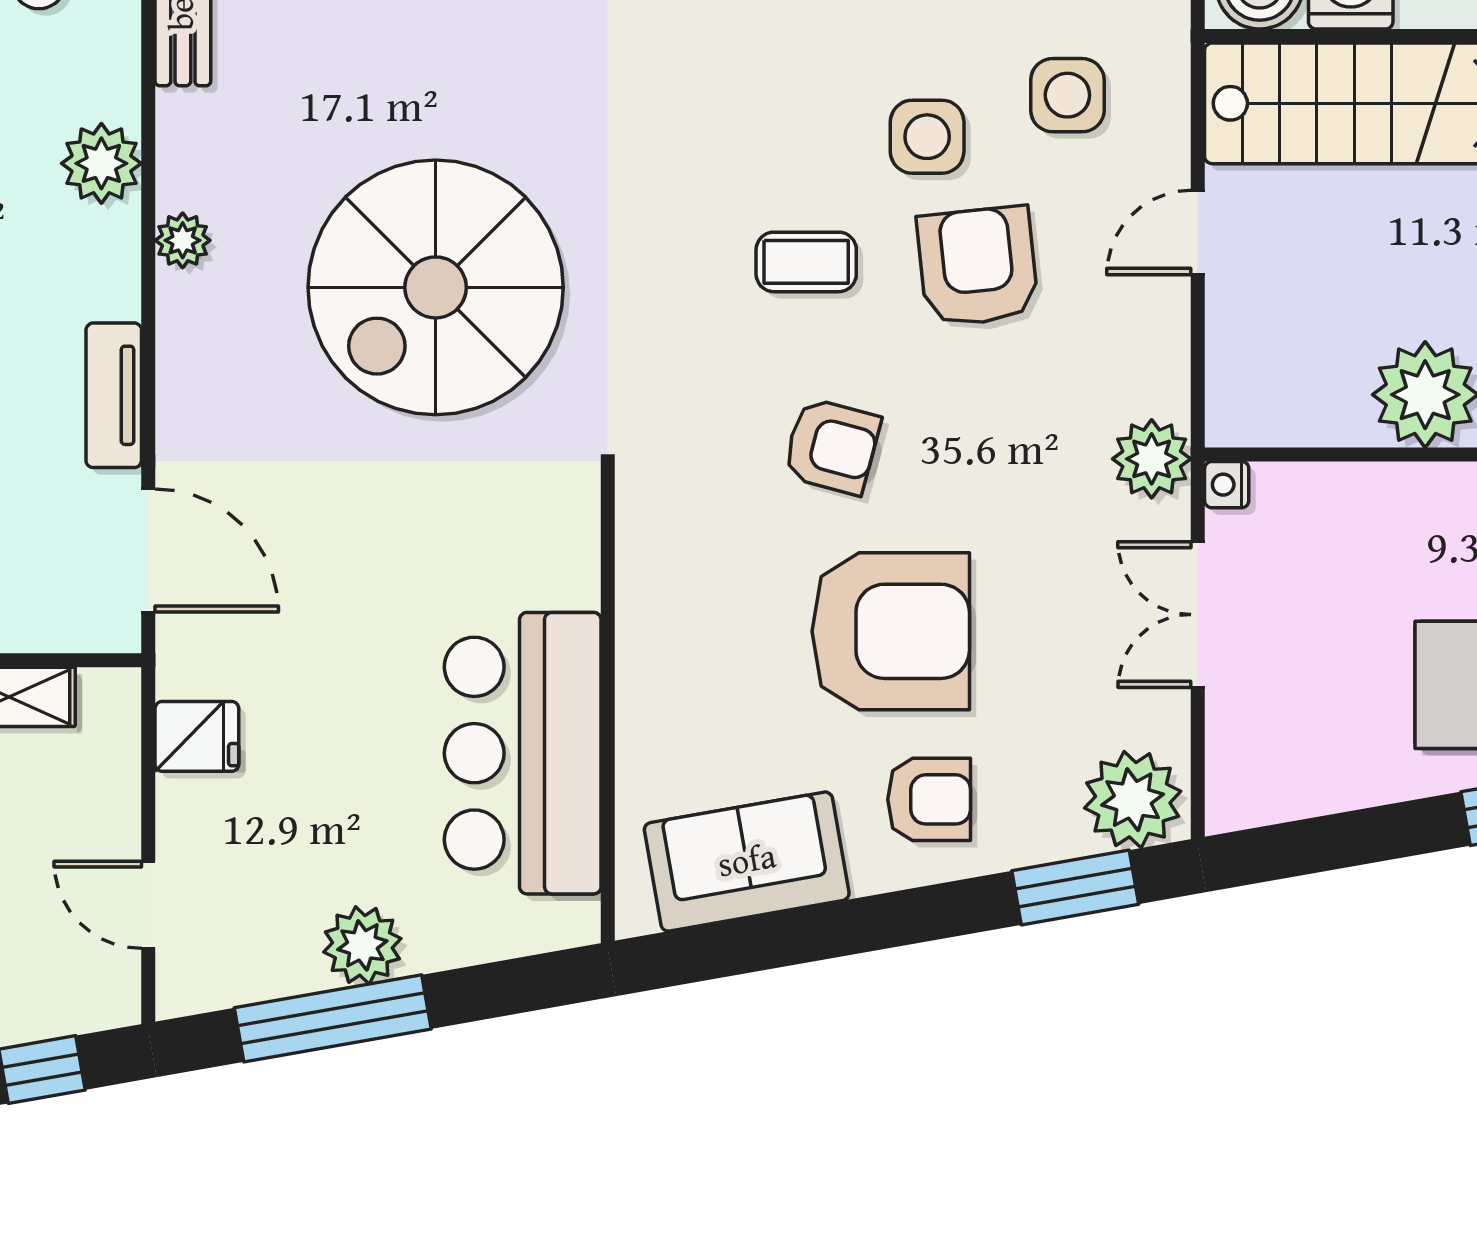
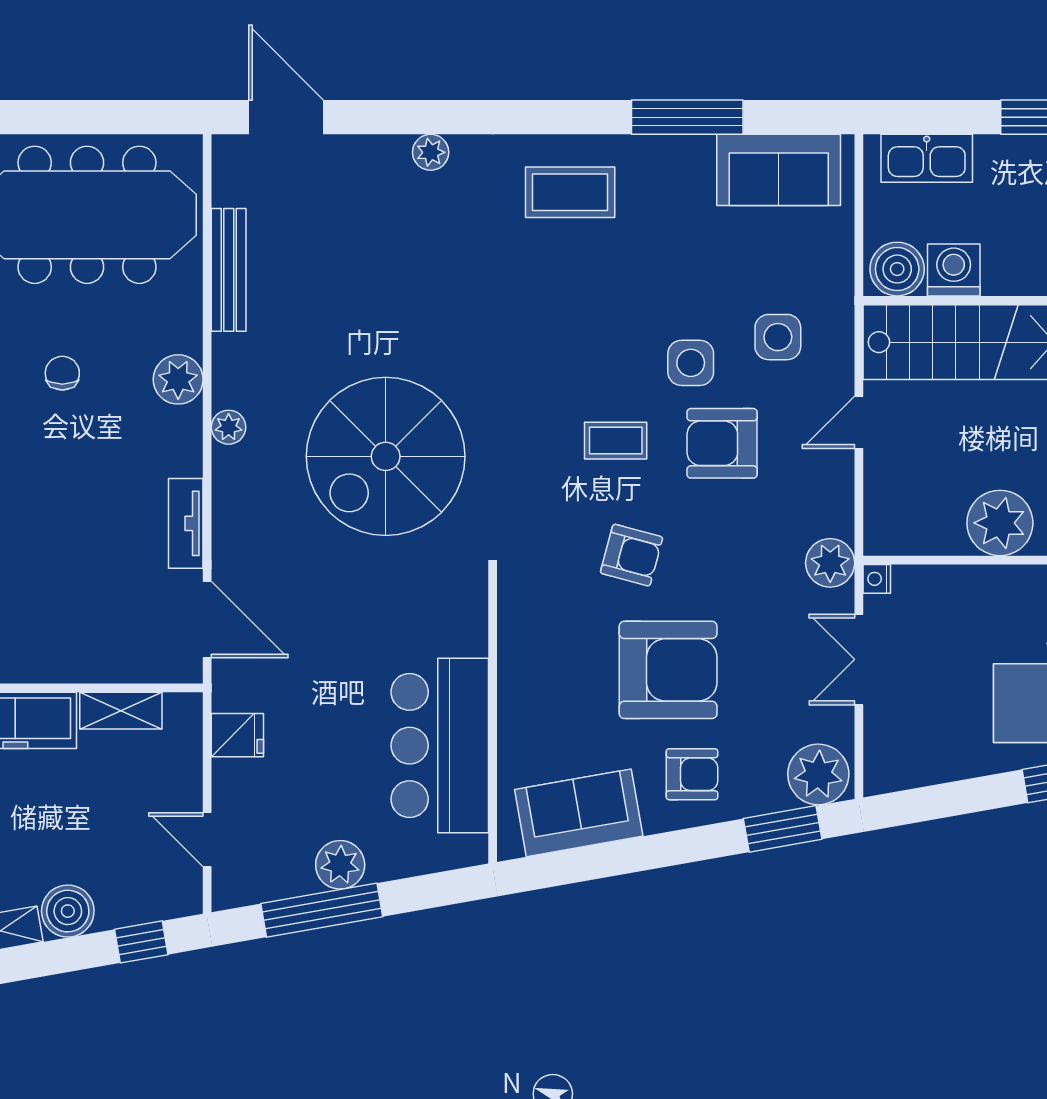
armchair: (978, 266) -> (722, 443), turned -84

